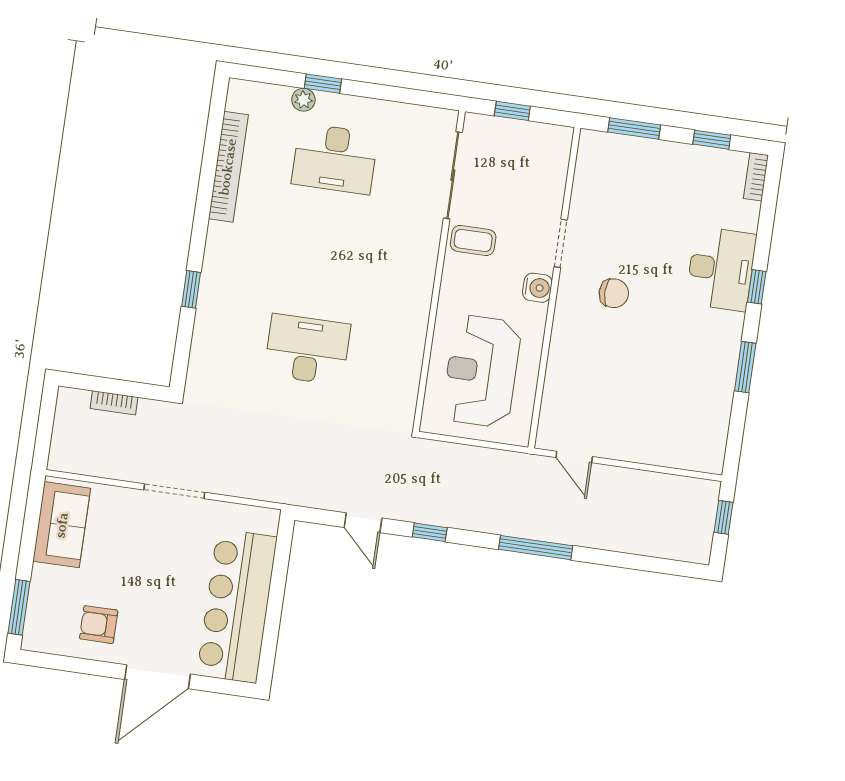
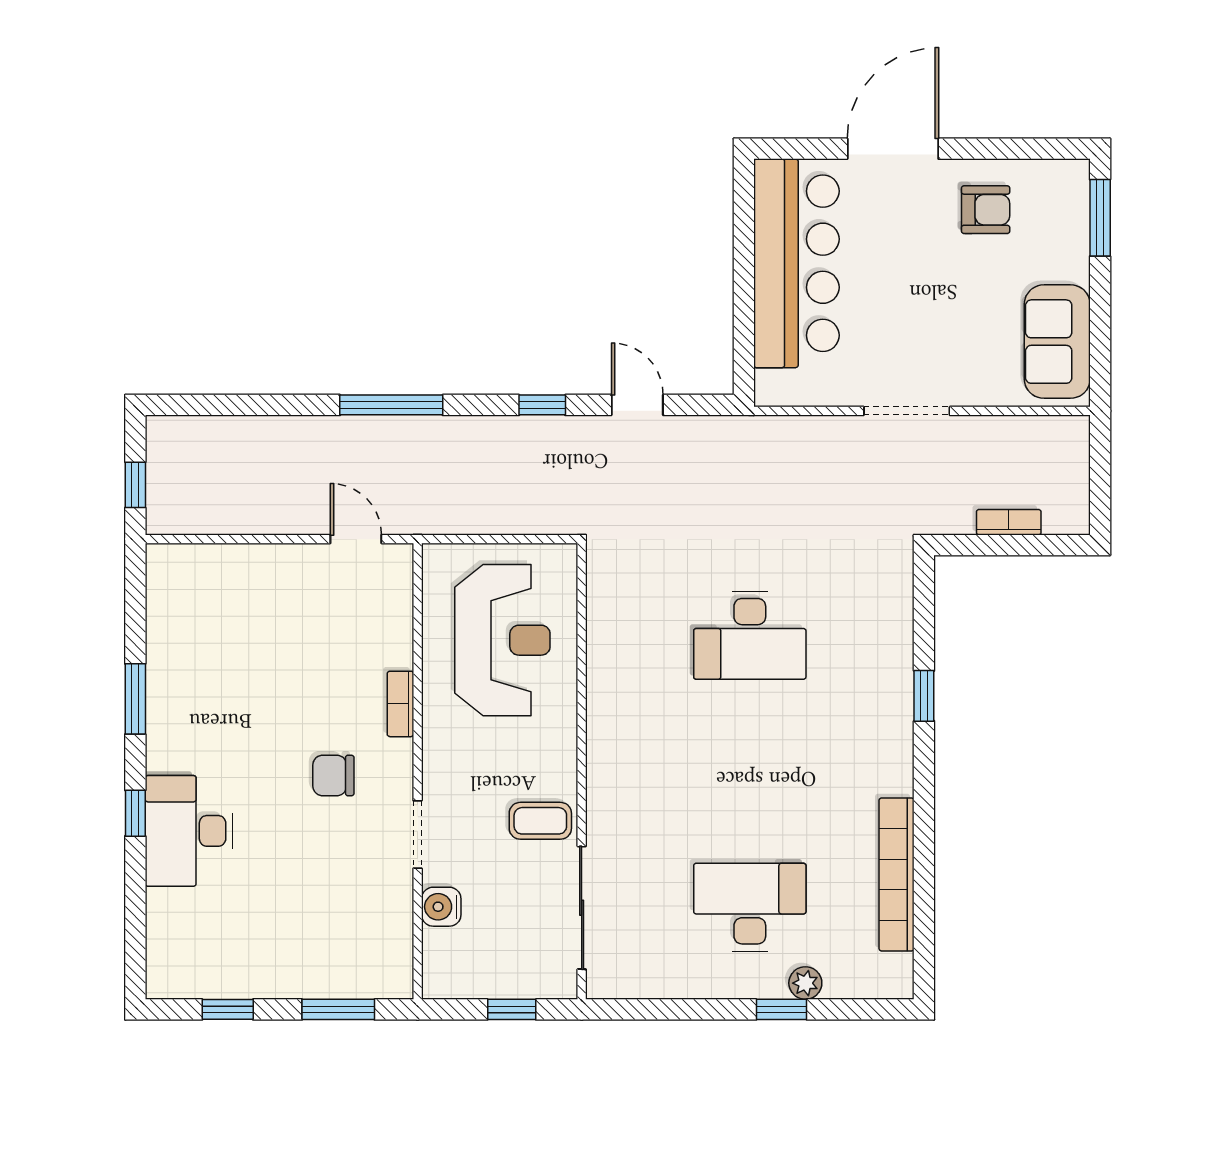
bookcase: (756, 177) -> (400, 704), moved, turned 180
water cooler: (537, 288) -> (441, 907), moved

